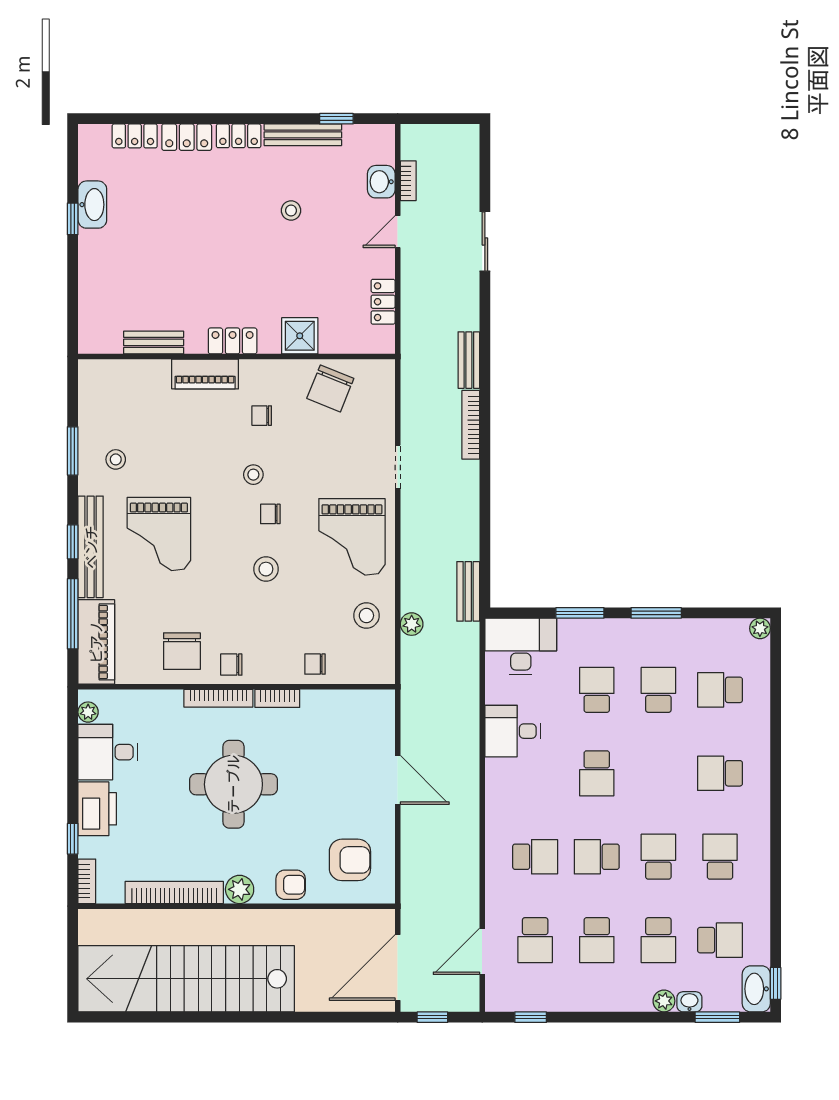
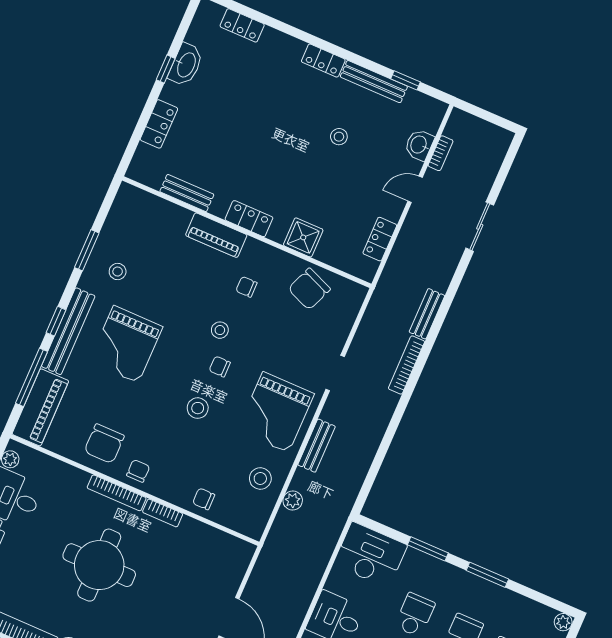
locker: (187, 137) -> (159, 124), moved, turned -90
bench: (468, 591) -> (317, 446), moved
chair: (231, 665) -> (138, 471), turned 90

